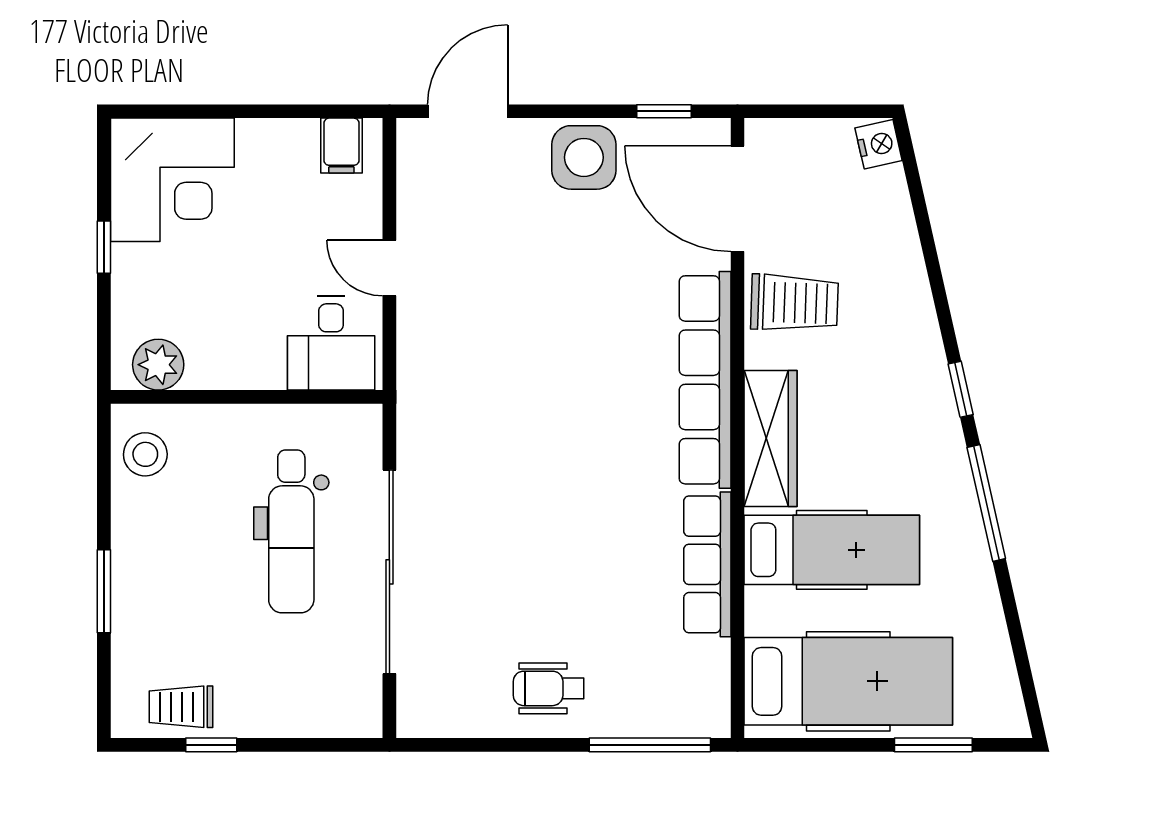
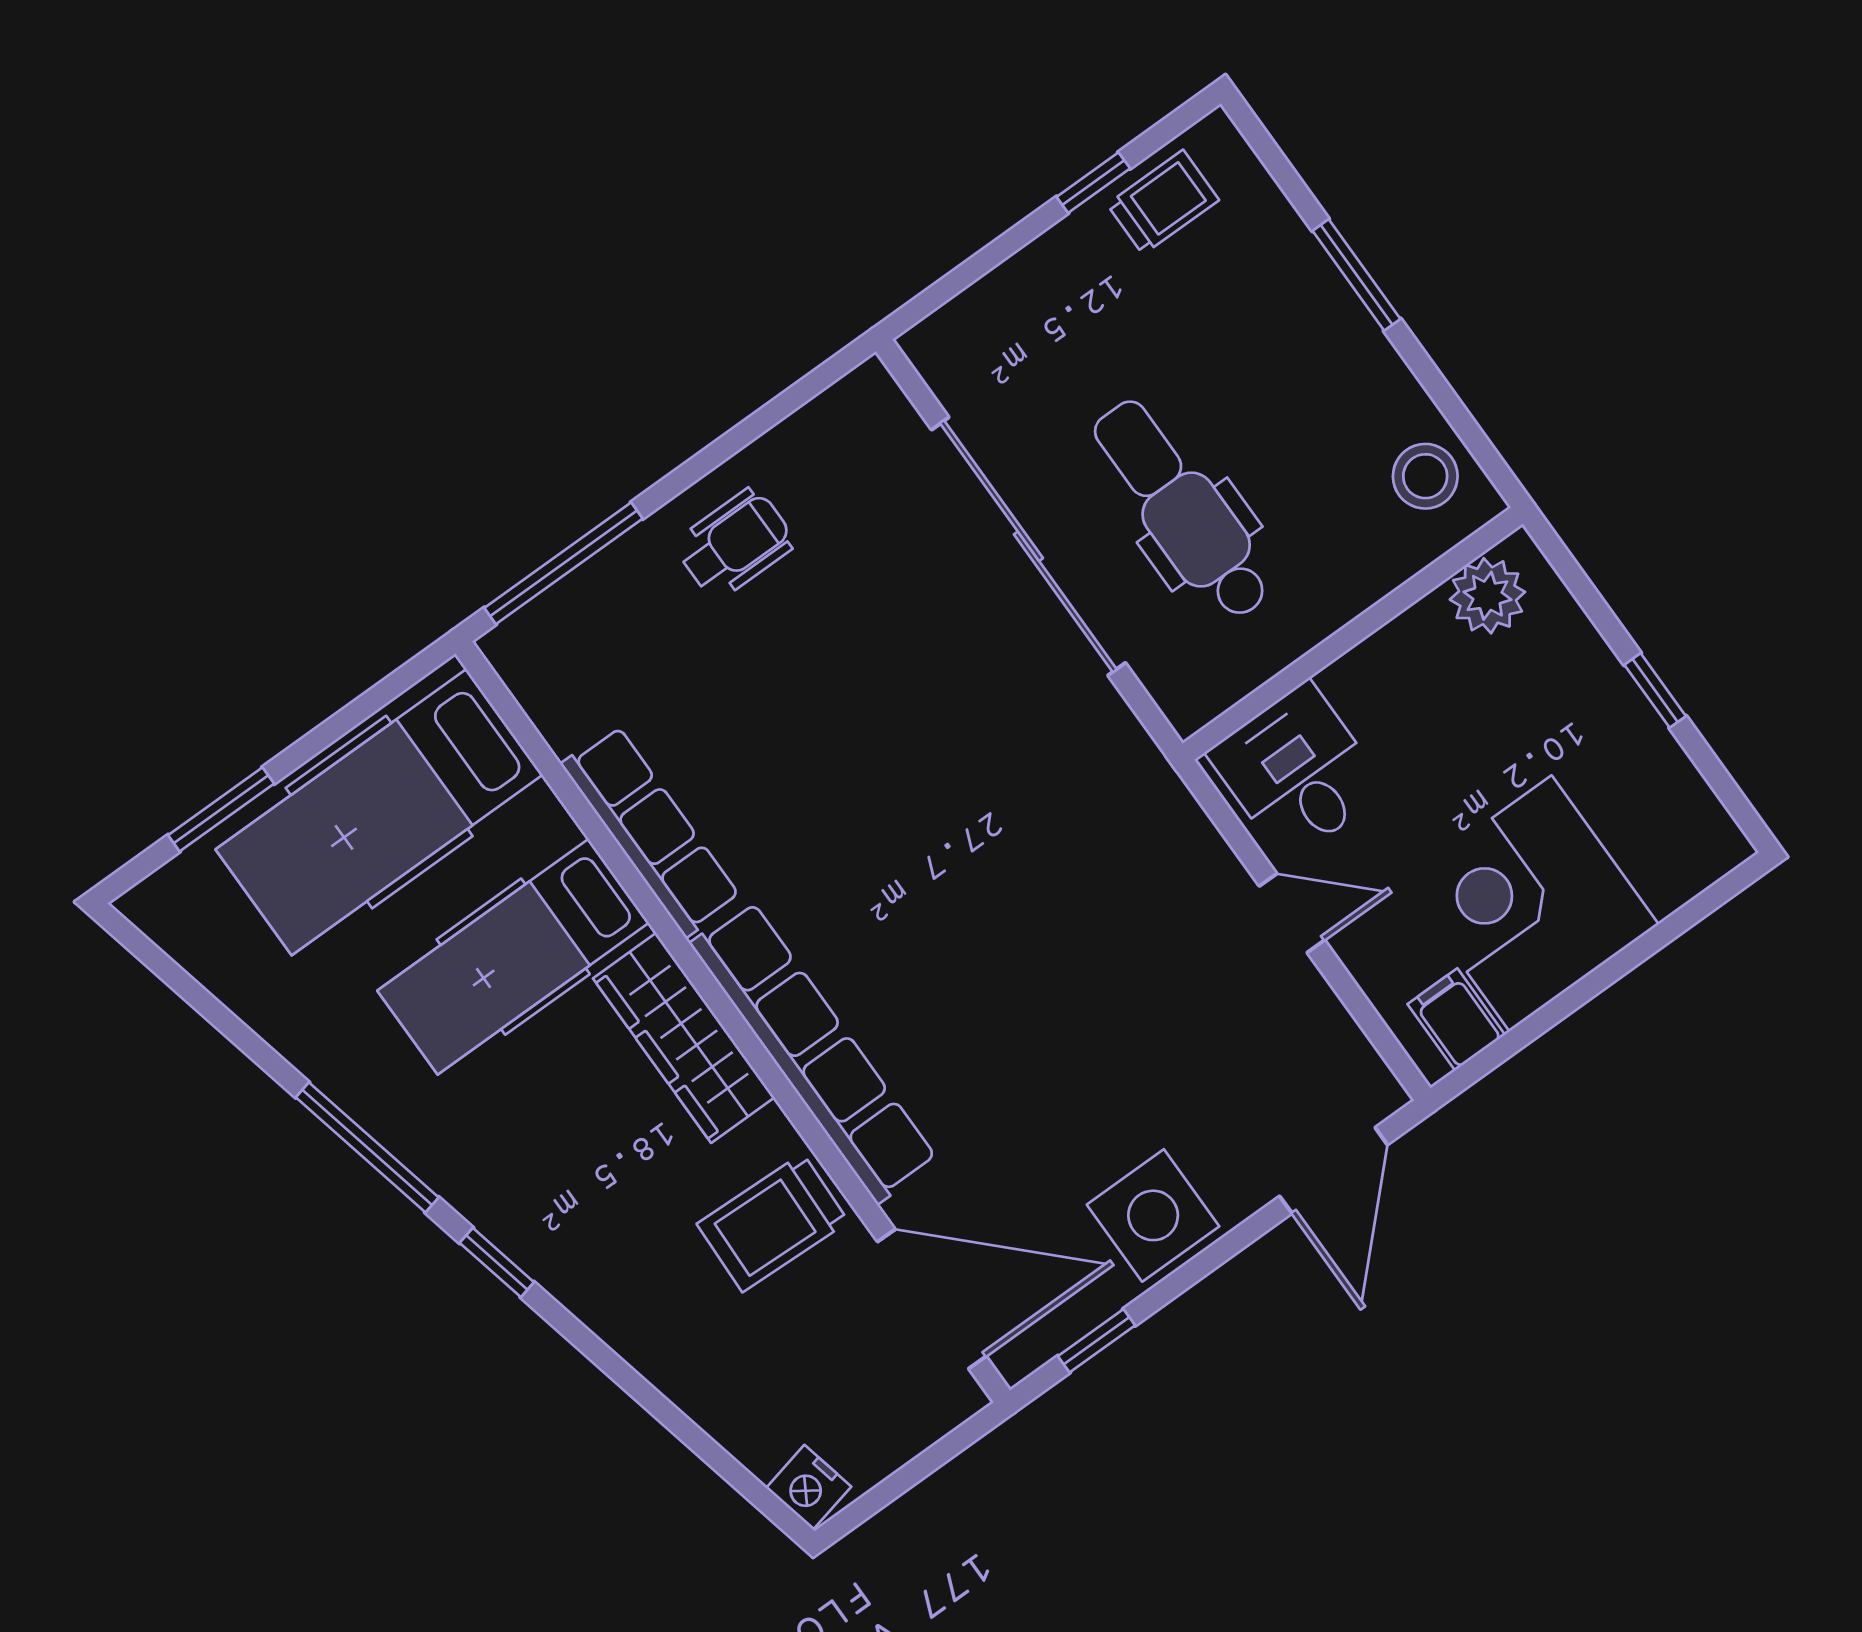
corner desk: (172, 180) -> (1531, 903), moved

